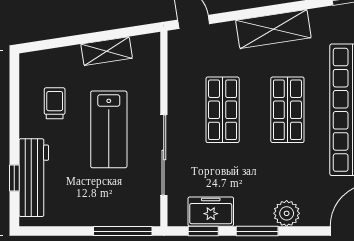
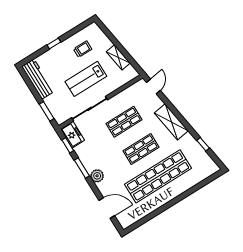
window: (14, 178) -> (54, 44), moved
workbench: (34, 178) -> (38, 79), moved, turned -90
freezer: (211, 212) -> (73, 135), moved
window: (123, 231) -> (47, 111), width x0.69

